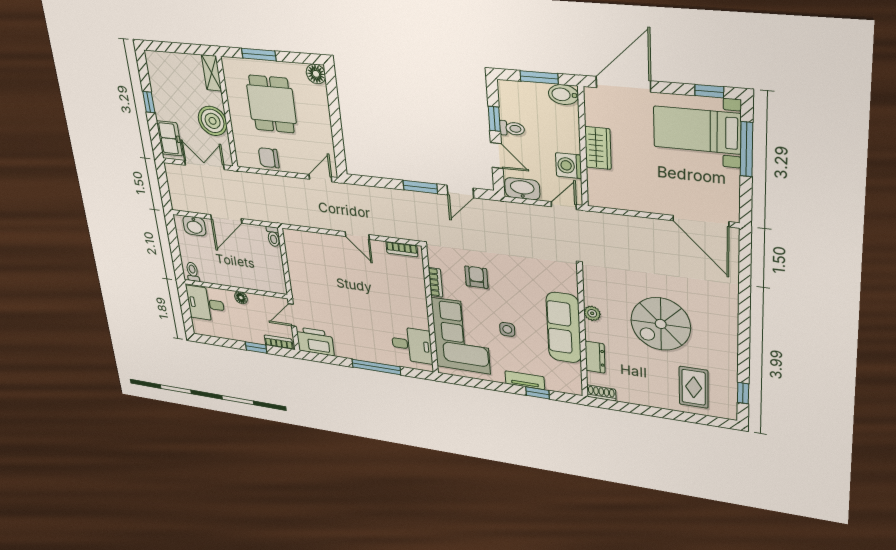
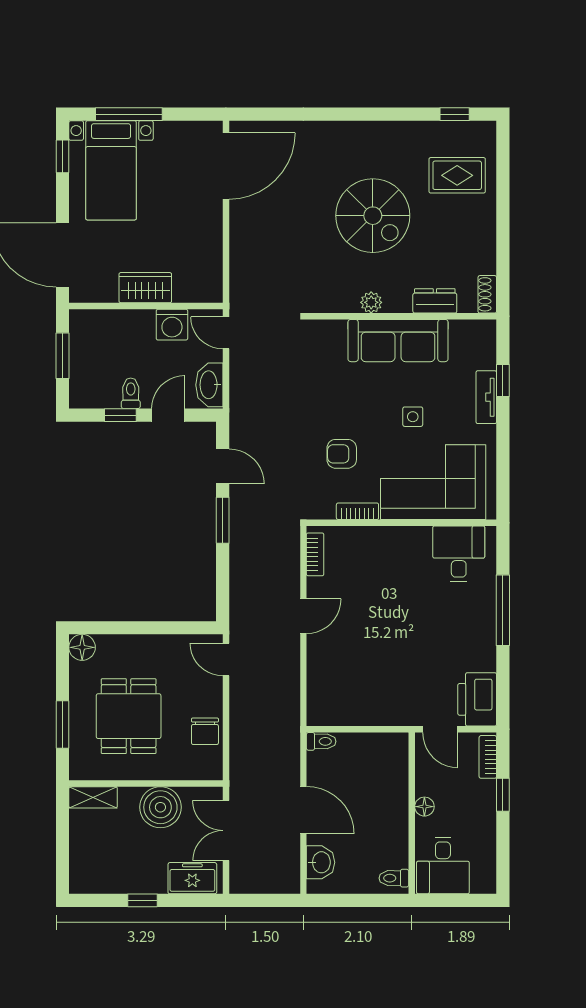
bidet: (563, 95) -> (81, 327), removed
dining table: (272, 104) -> (129, 716), turned 90

